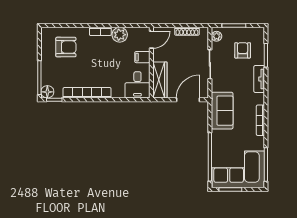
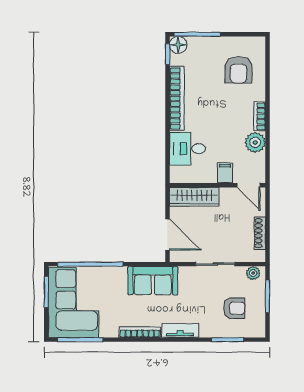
tv unit: (259, 79) -> (180, 331), moved
desk: (137, 85) -> (188, 149), moved

